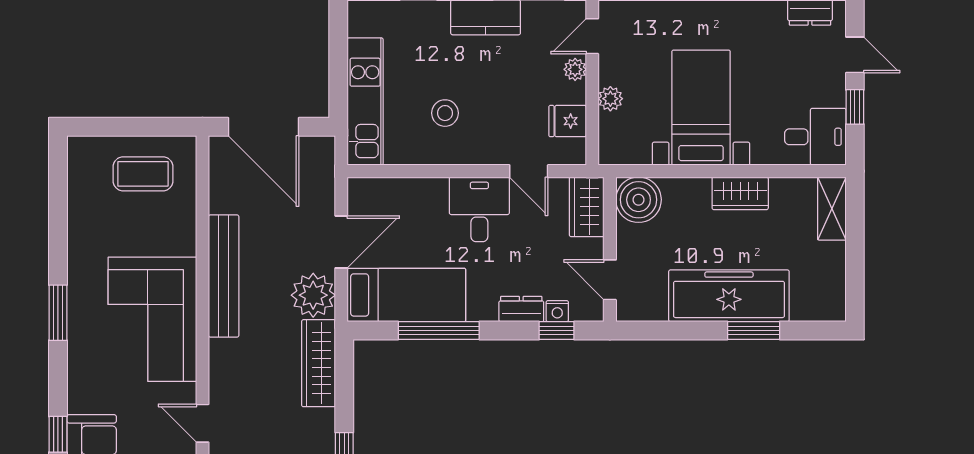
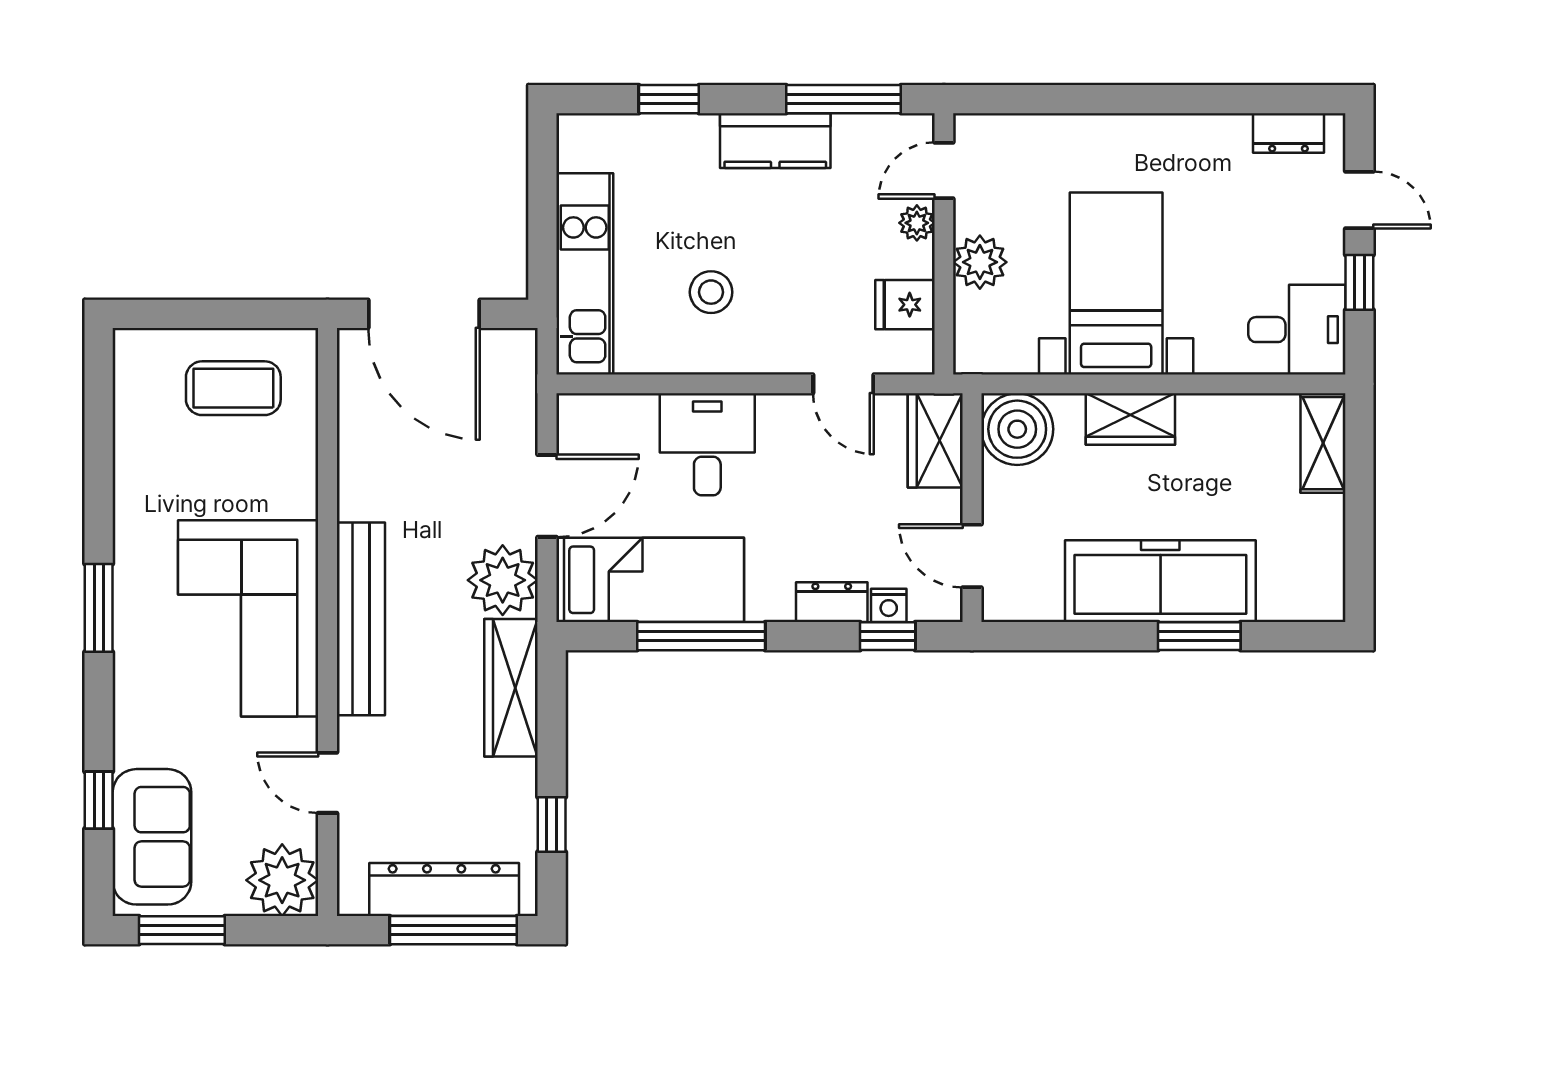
plant: (610, 99) -> (980, 262), width x1.38, depth x1.38
wardrobe: (740, 193) -> (1130, 419), moved
desk: (479, 209) -> (707, 444), moved
bench: (224, 276) -> (361, 619), moved

